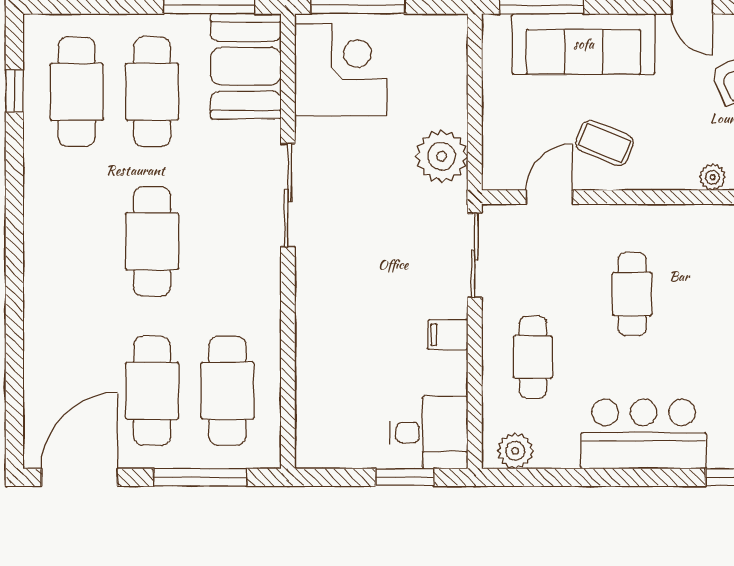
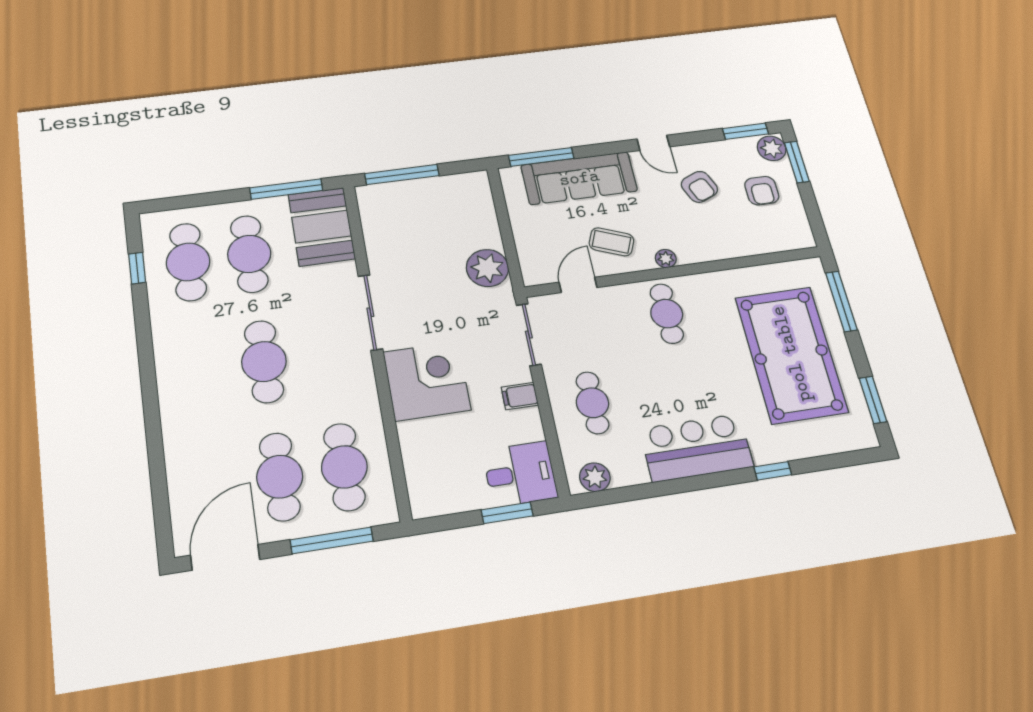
corner desk: (341, 70) -> (427, 381), moved
plant: (713, 177) -> (666, 259), moved
cafe table: (632, 294) -> (667, 314), moved

